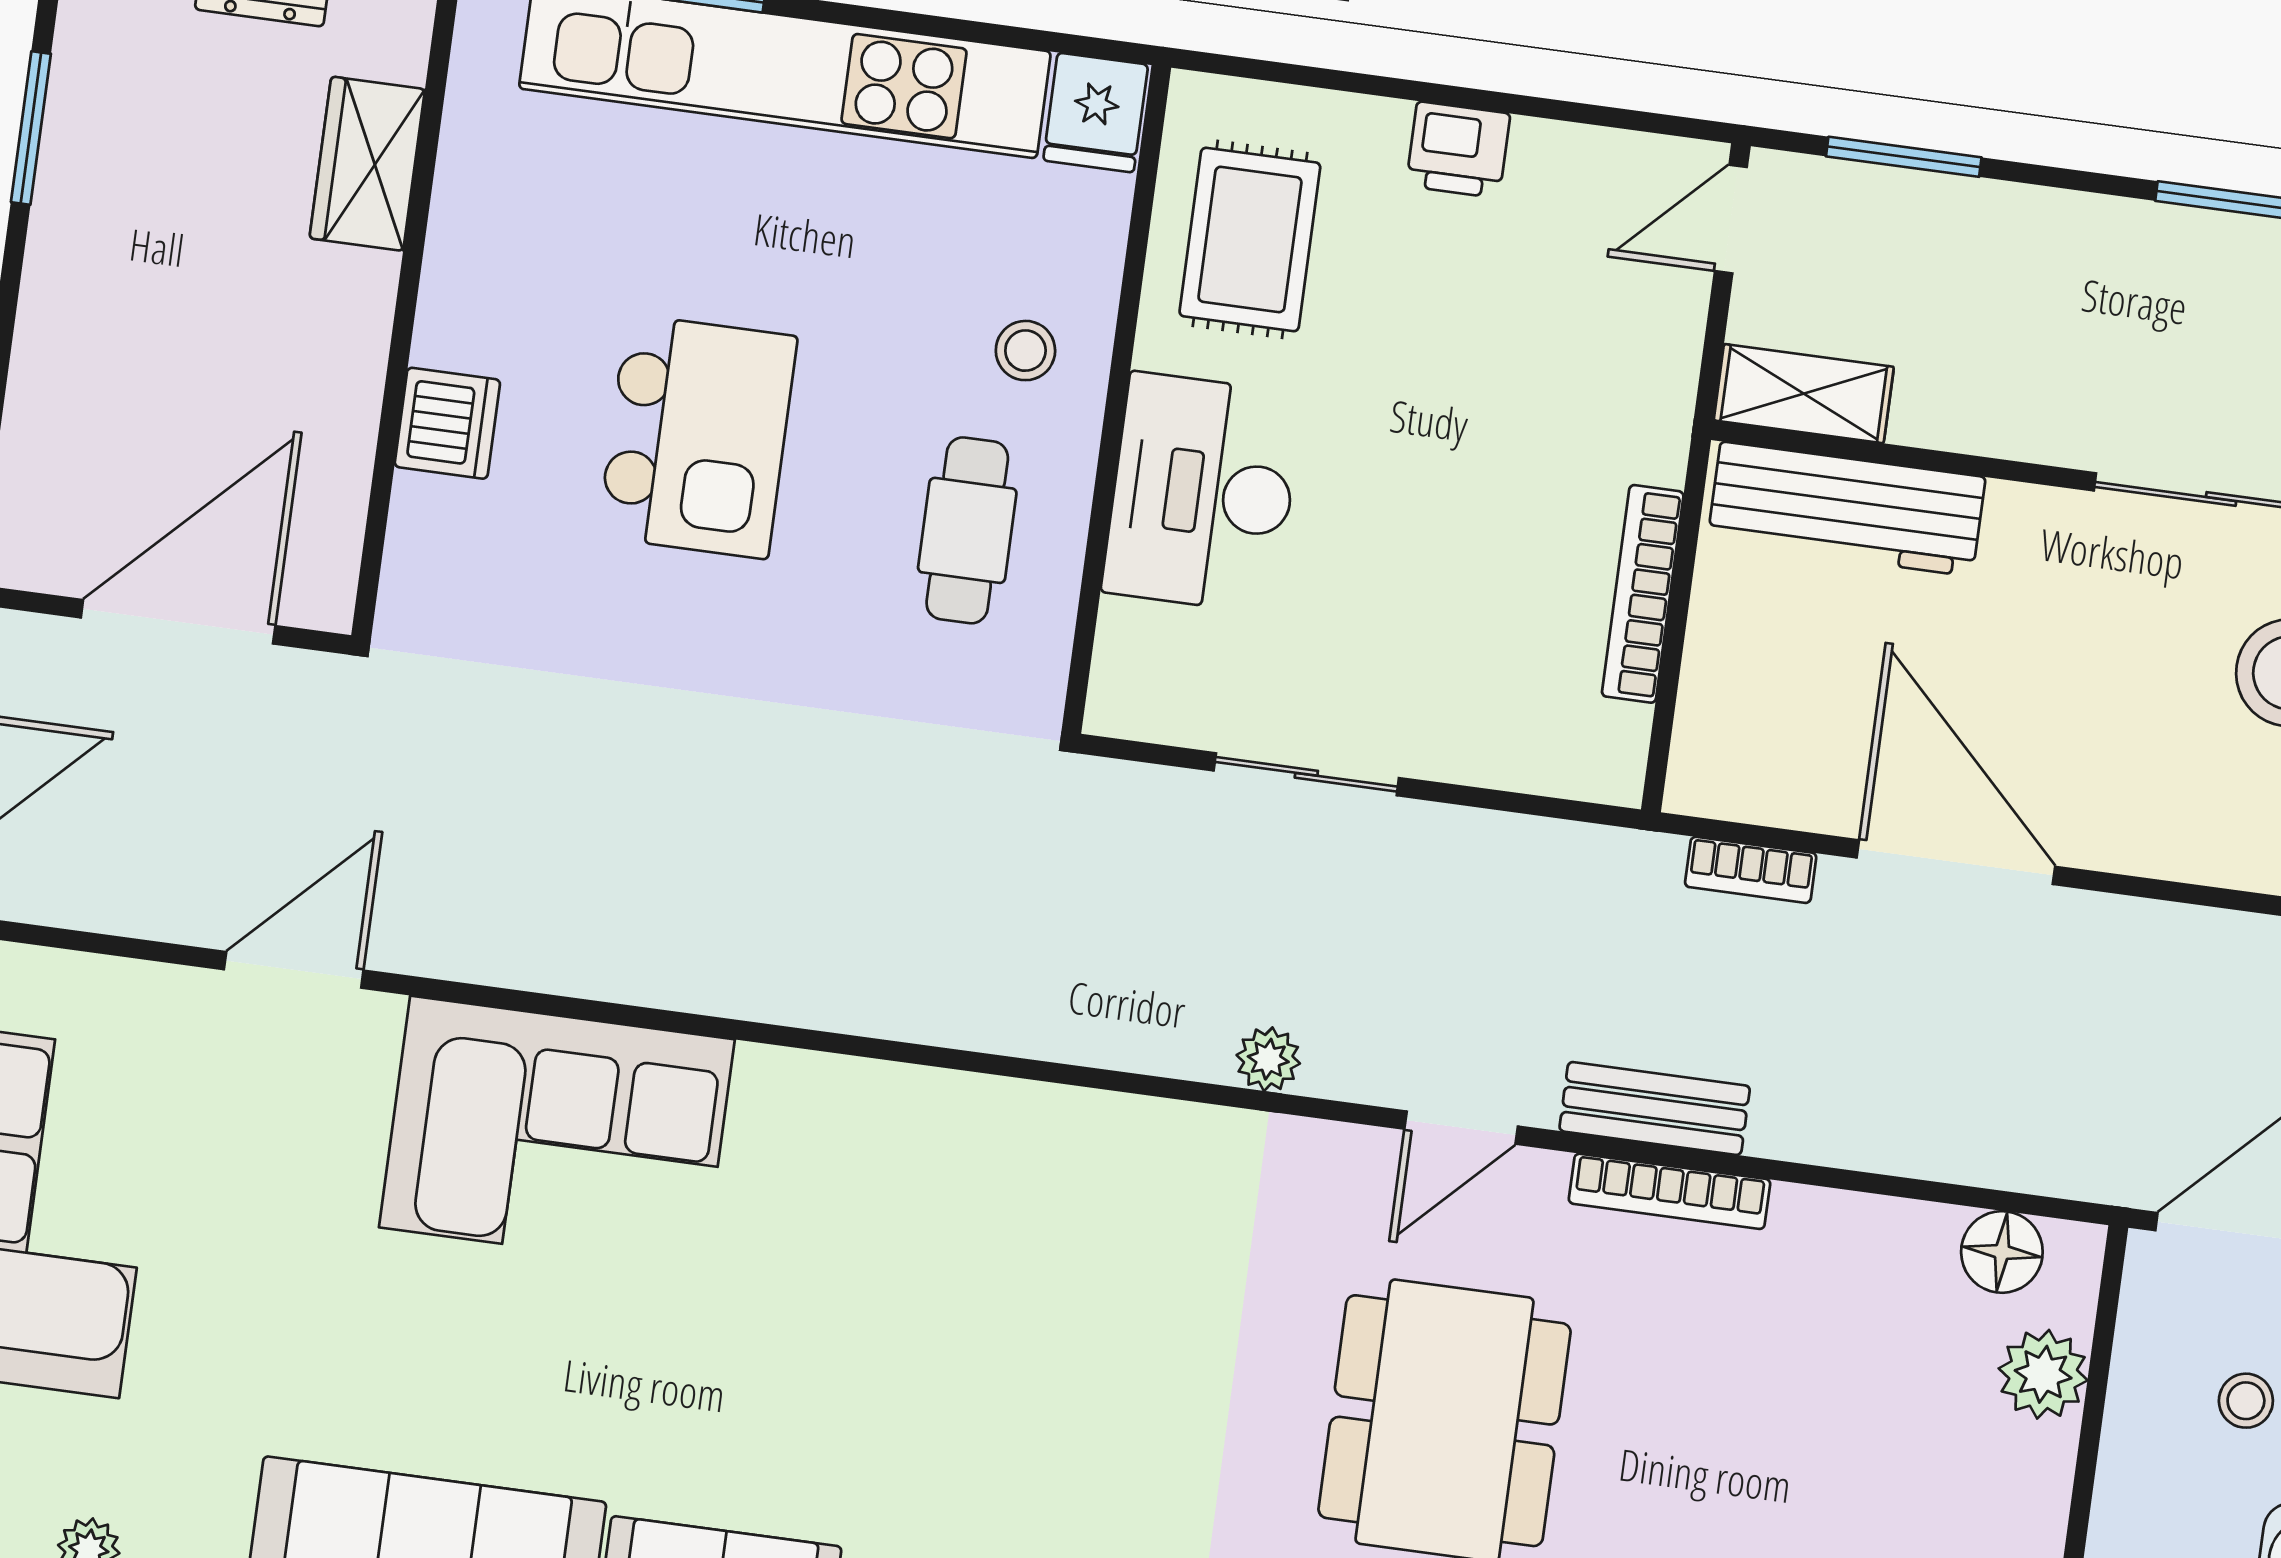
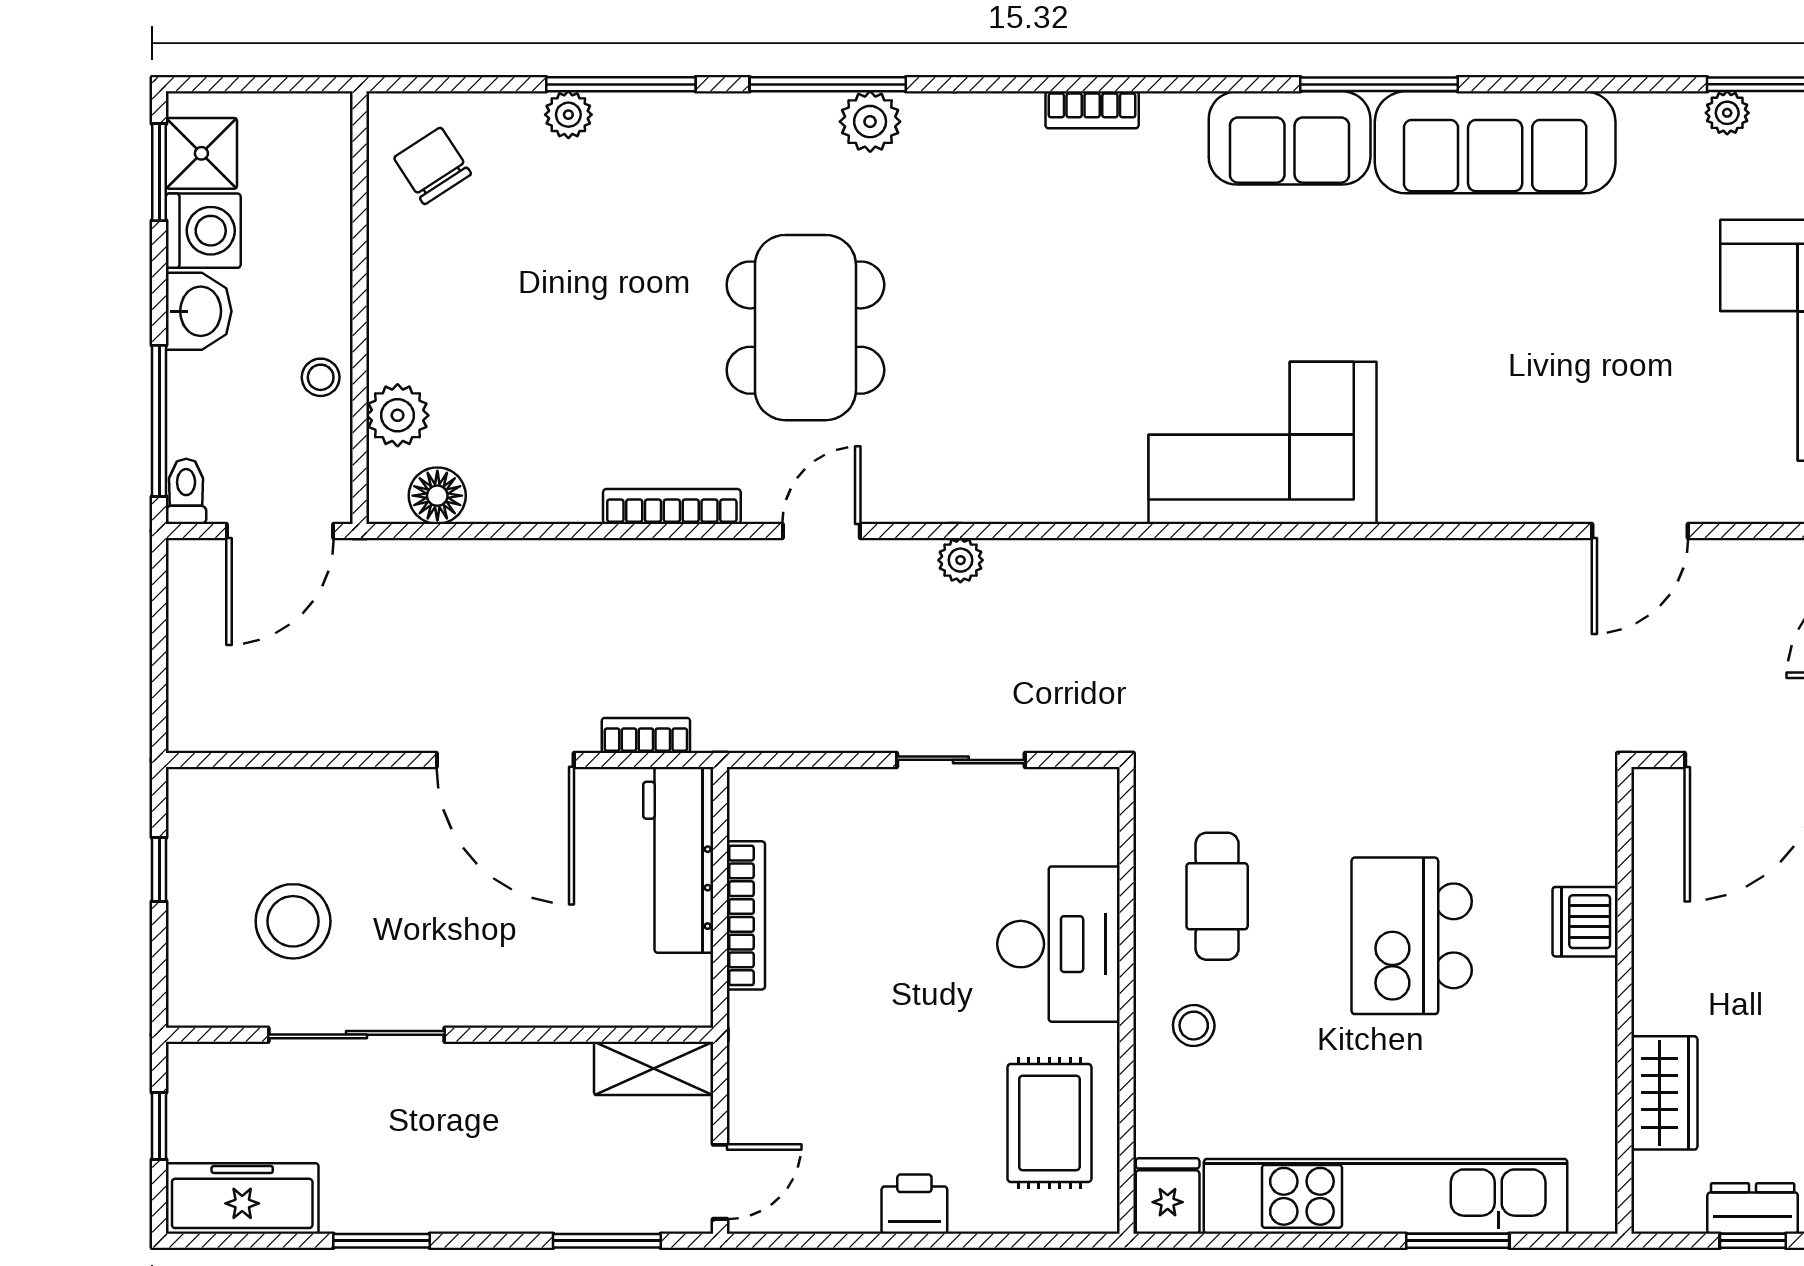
workbench: (1846, 509) -> (678, 860), moved, turned -90
bench: (1655, 1108) -> (690, 562), removed
corner sofa: (557, 1133) -> (1263, 443), moved
stool: (2246, 1401) -> (321, 377), moved

